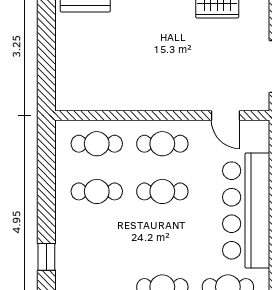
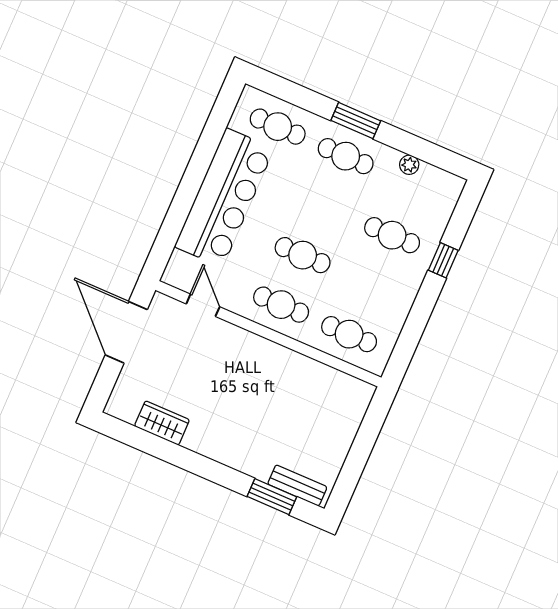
cafe table: (97, 191) -> (392, 235), moved
window: (46, 257) -> (443, 260), moved

